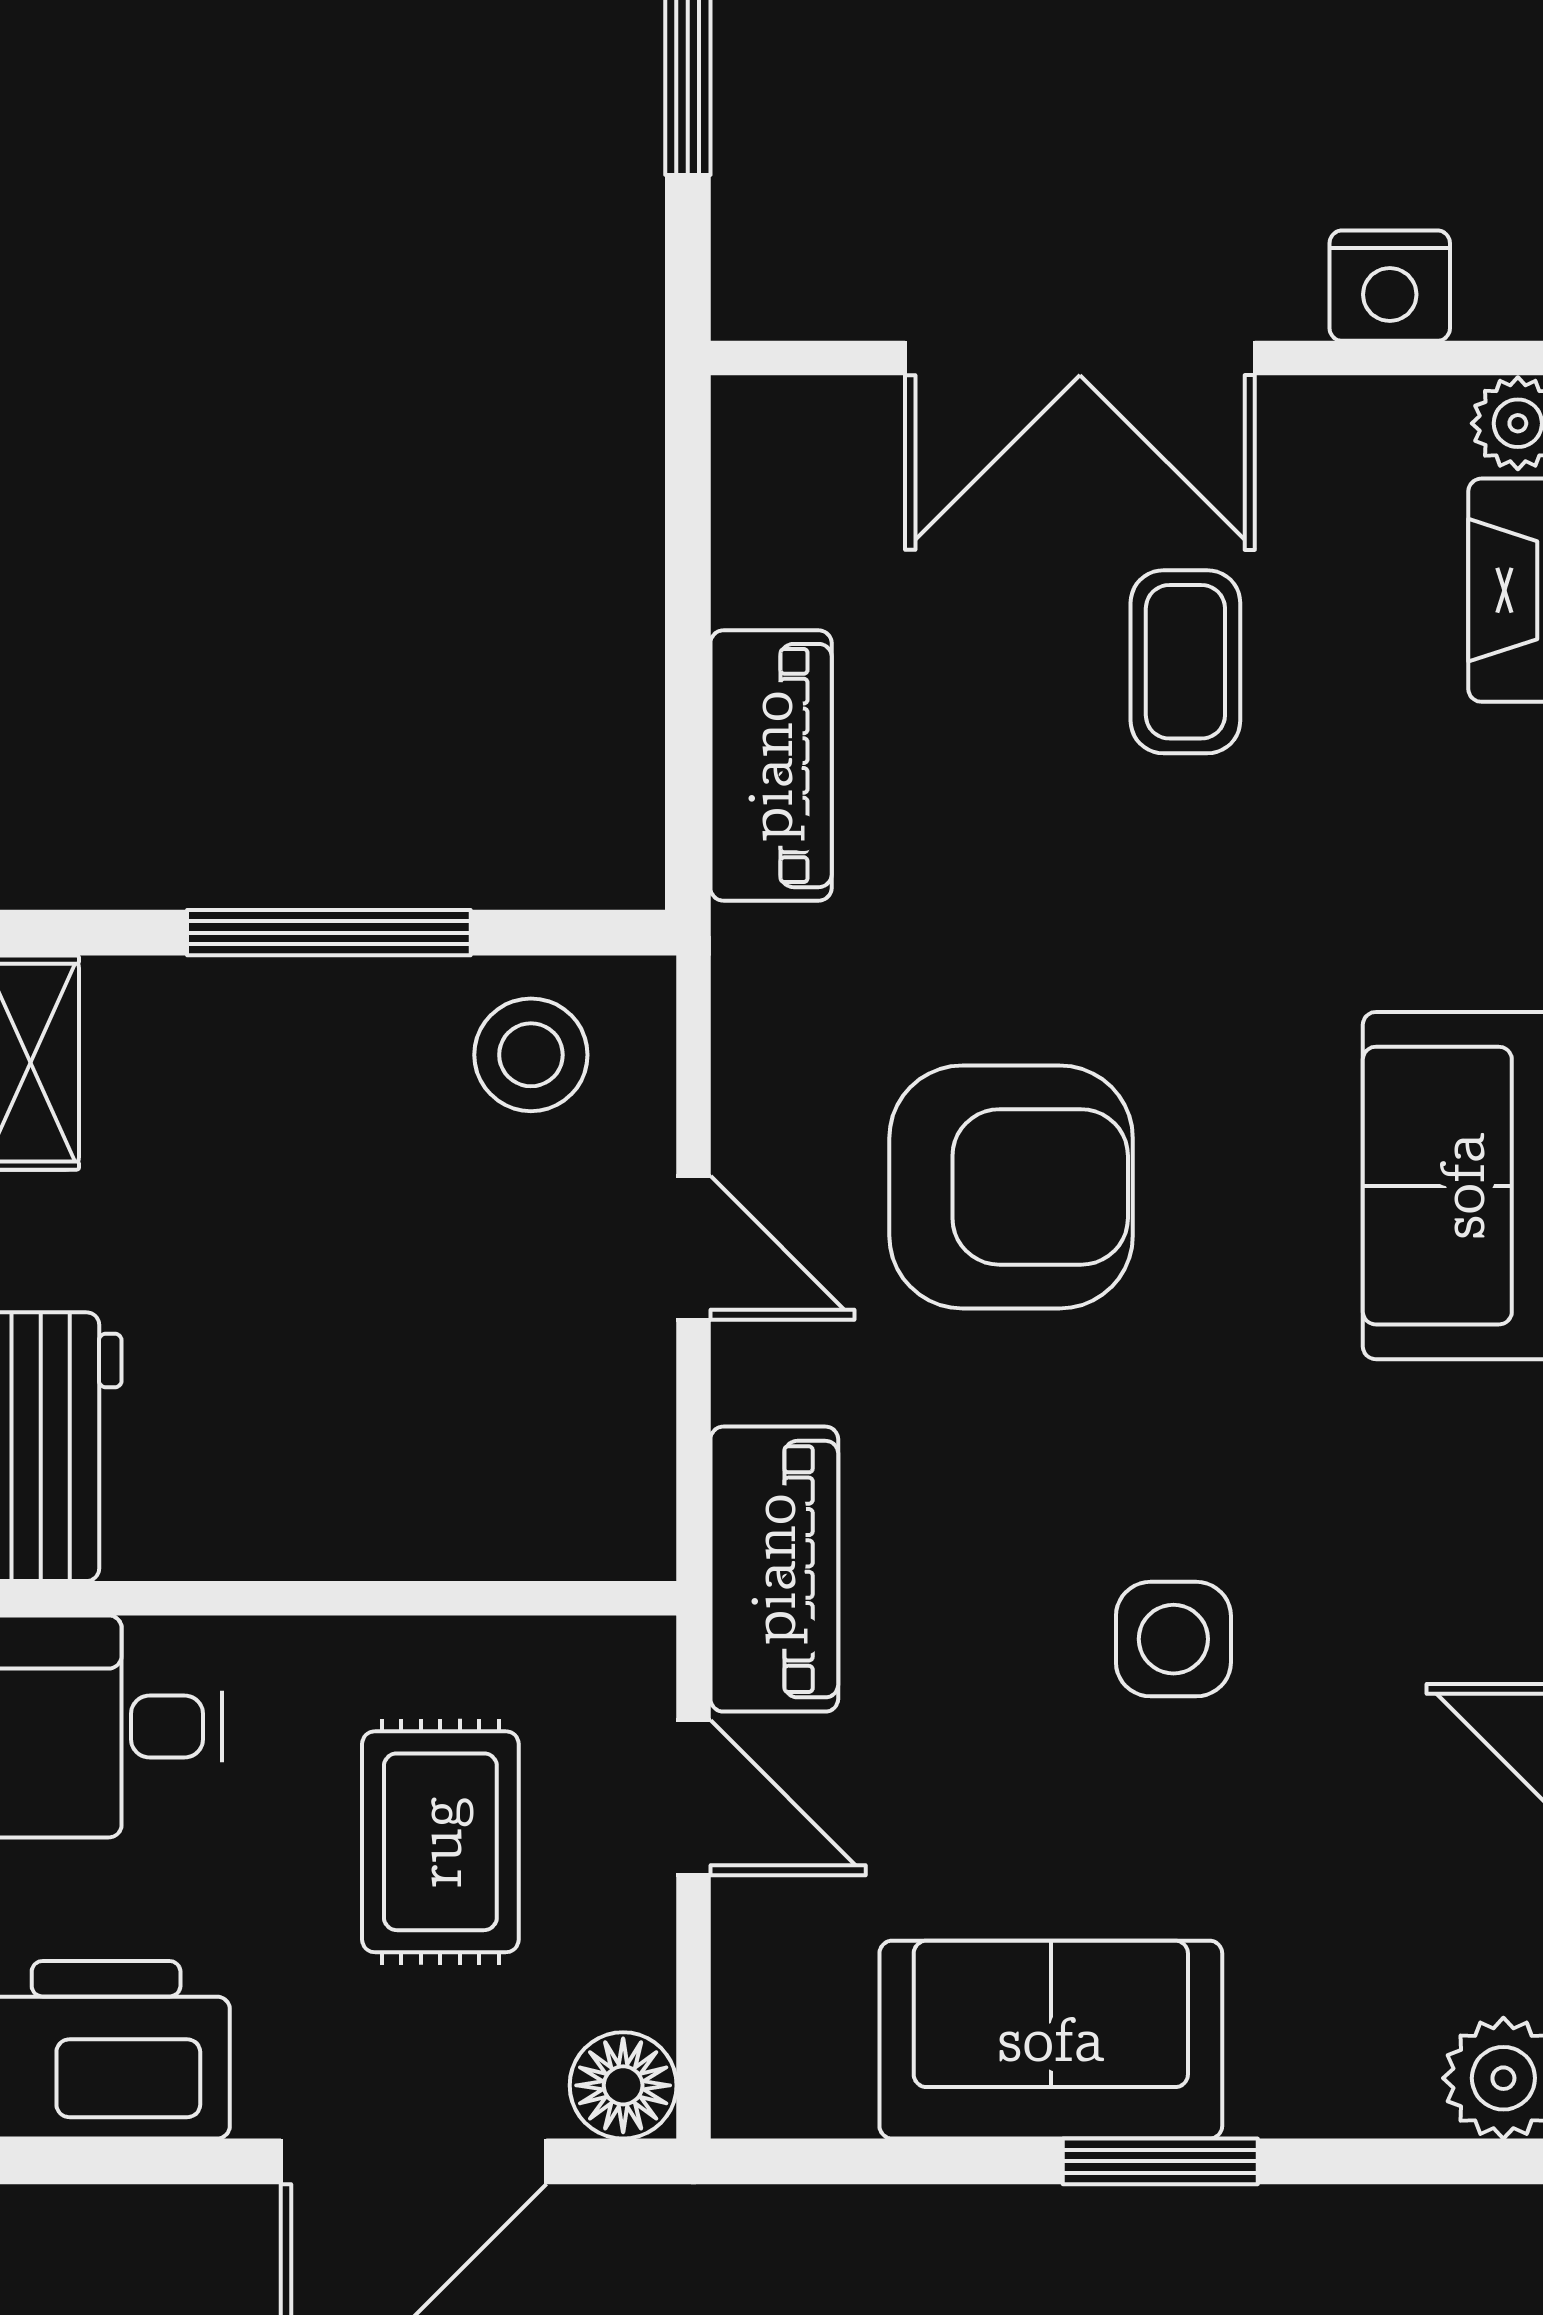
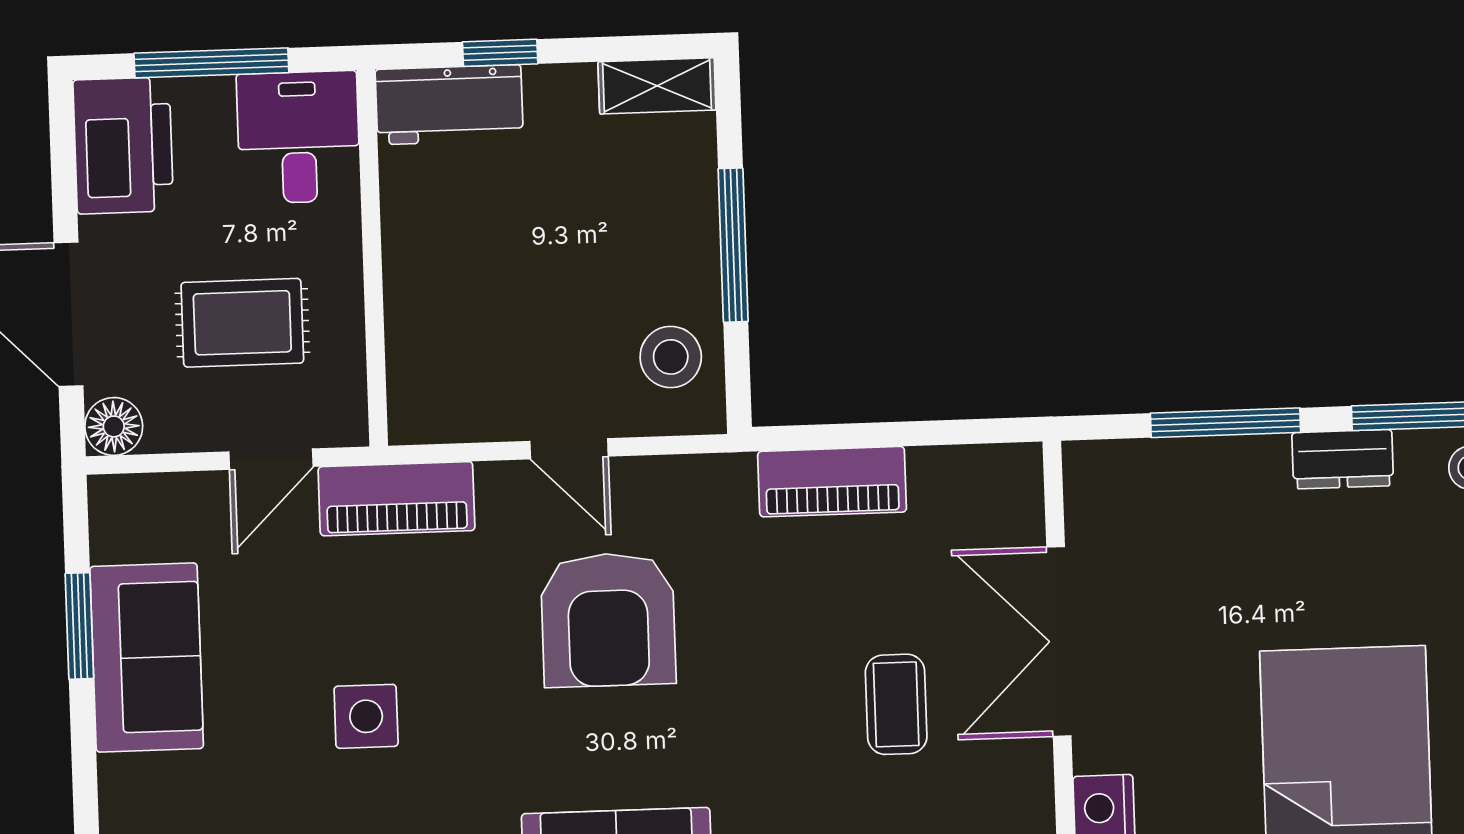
coffee table: (1185, 662) -> (896, 704), turned 90
door: (693, 1248) -> (569, 449), hinge flipped
window: (1160, 2161) -> (79, 626), moved

